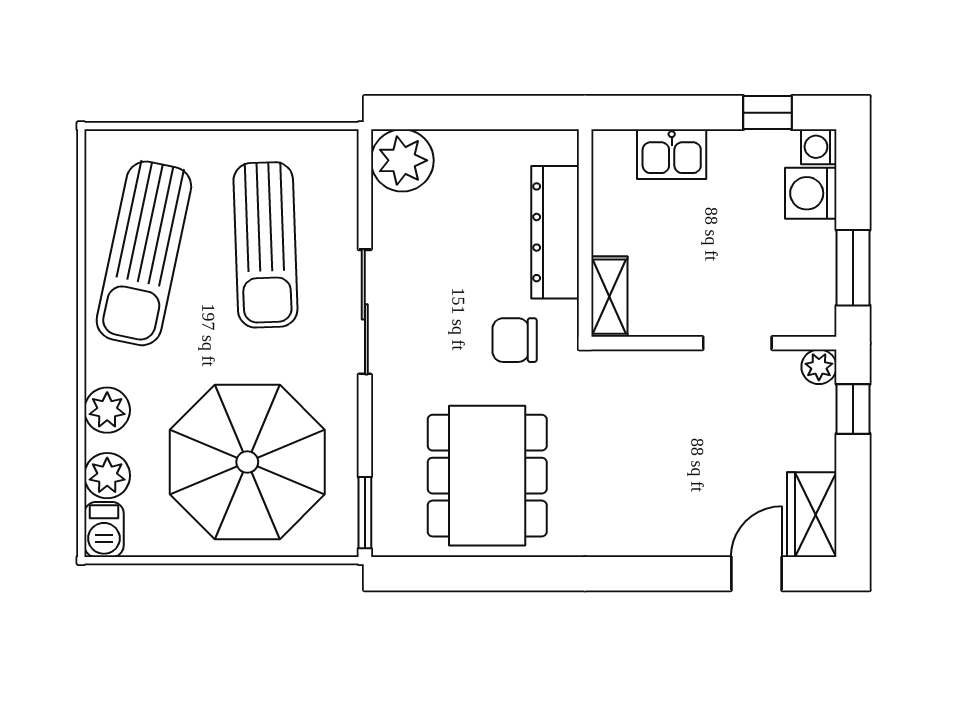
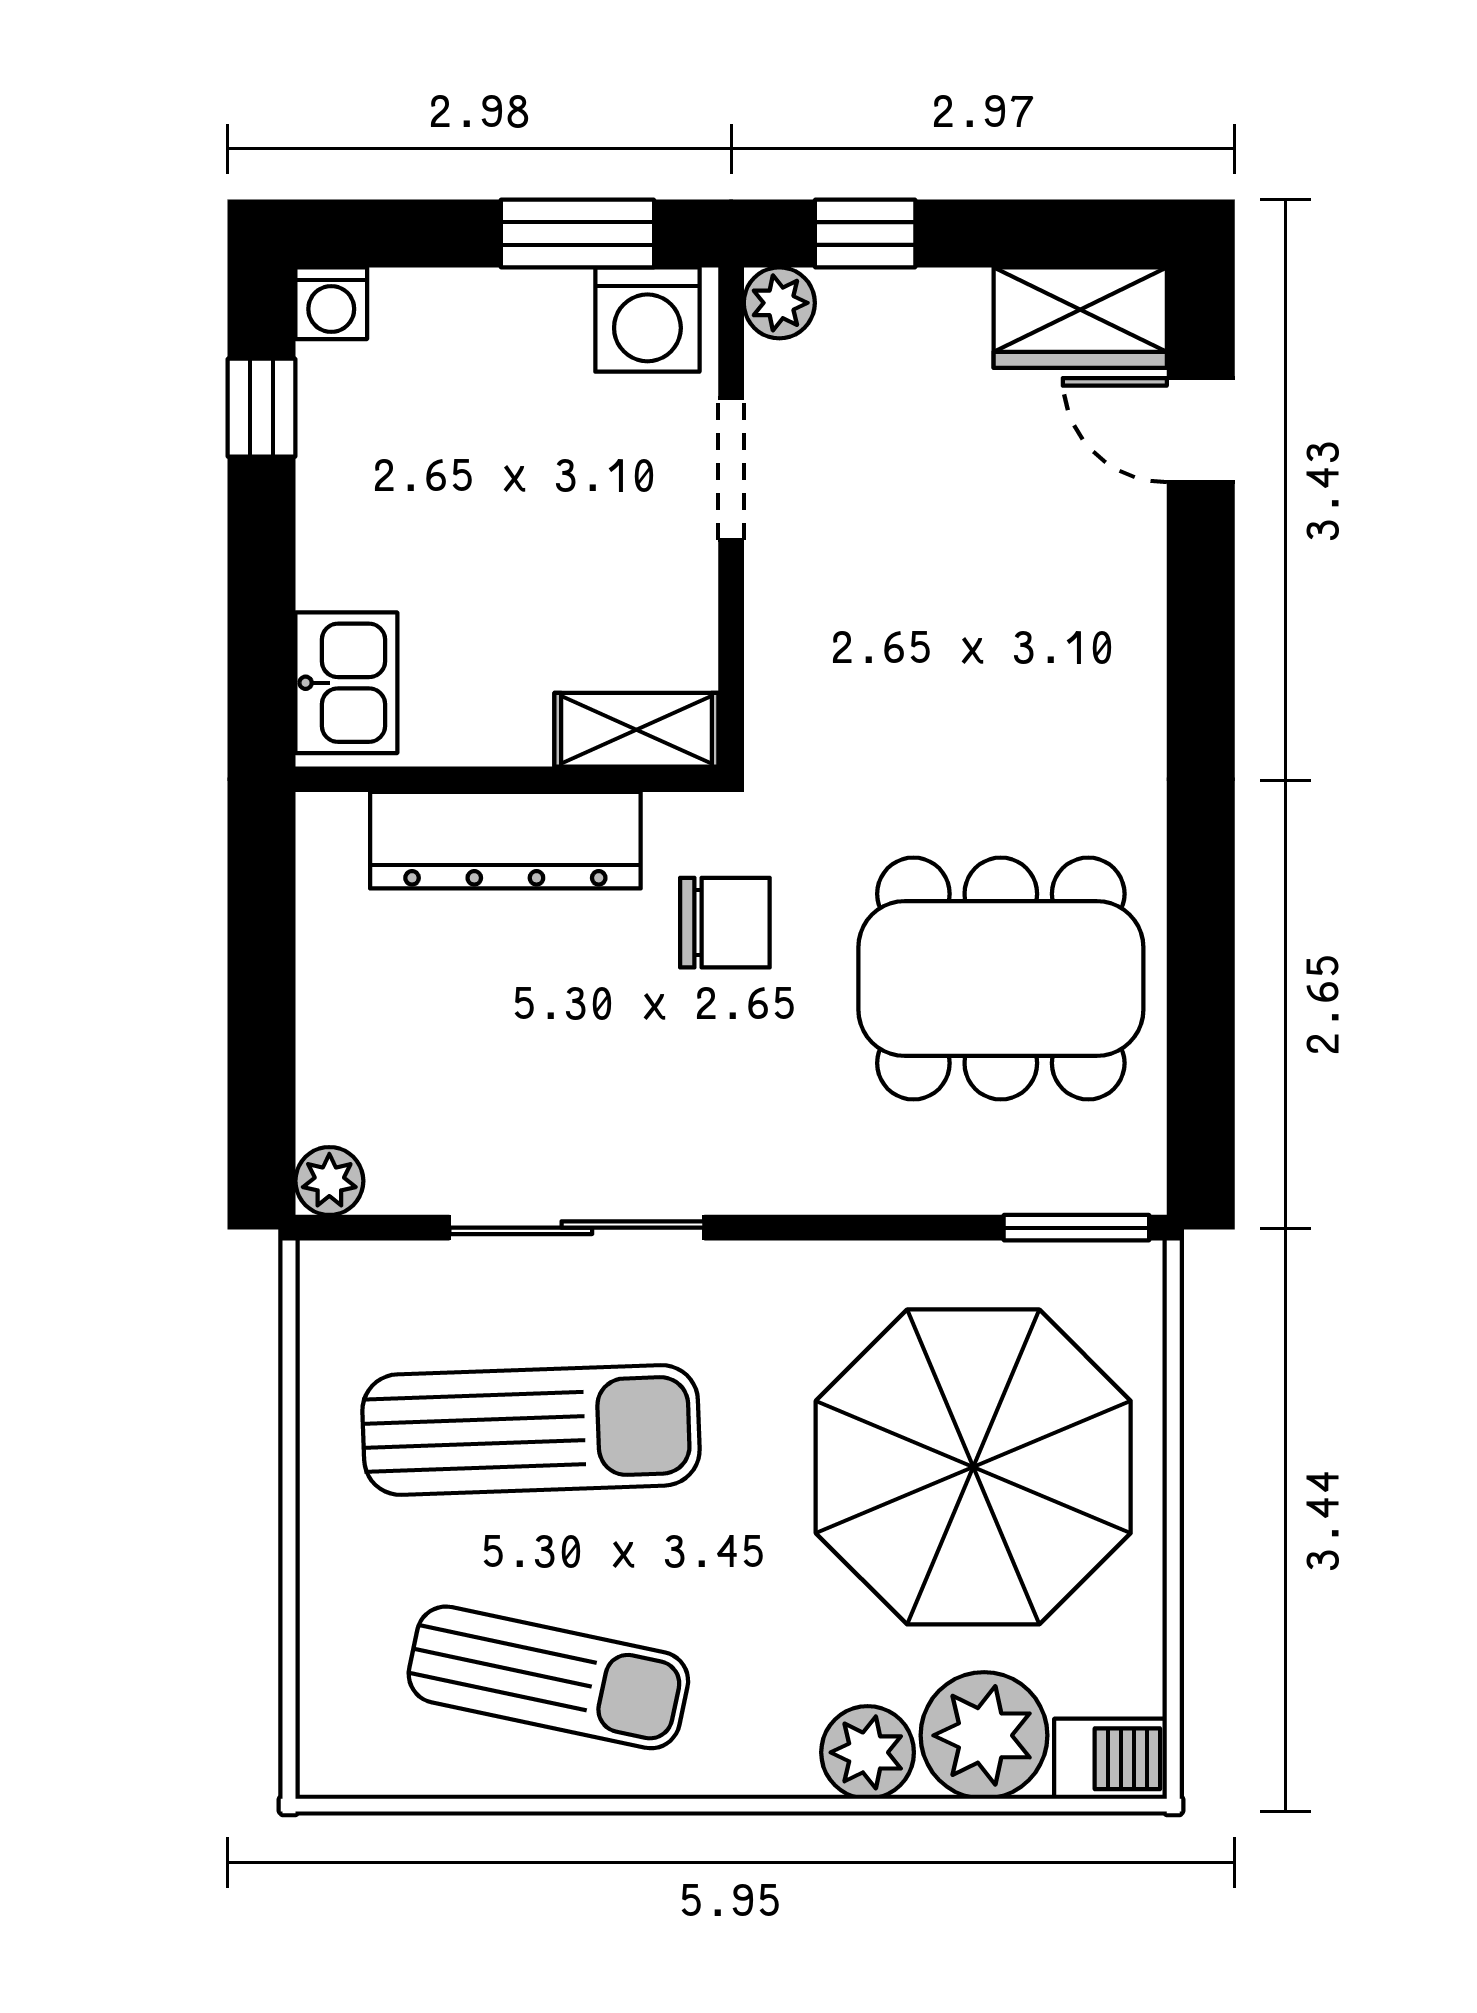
kitchen sink: (672, 154) -> (346, 683), moved
plant: (402, 160) -> (329, 1181), width x0.53, depth x0.53
washing machine: (811, 193) -> (647, 320), moved
sun lounger: (144, 253) -> (548, 1677), width x0.73, depth x0.75
sliding door: (365, 312) -> (577, 1228), moved
chair: (515, 340) -> (725, 923), turned -90
plant: (107, 476) -> (984, 1735), width x1.36, depth x1.36

